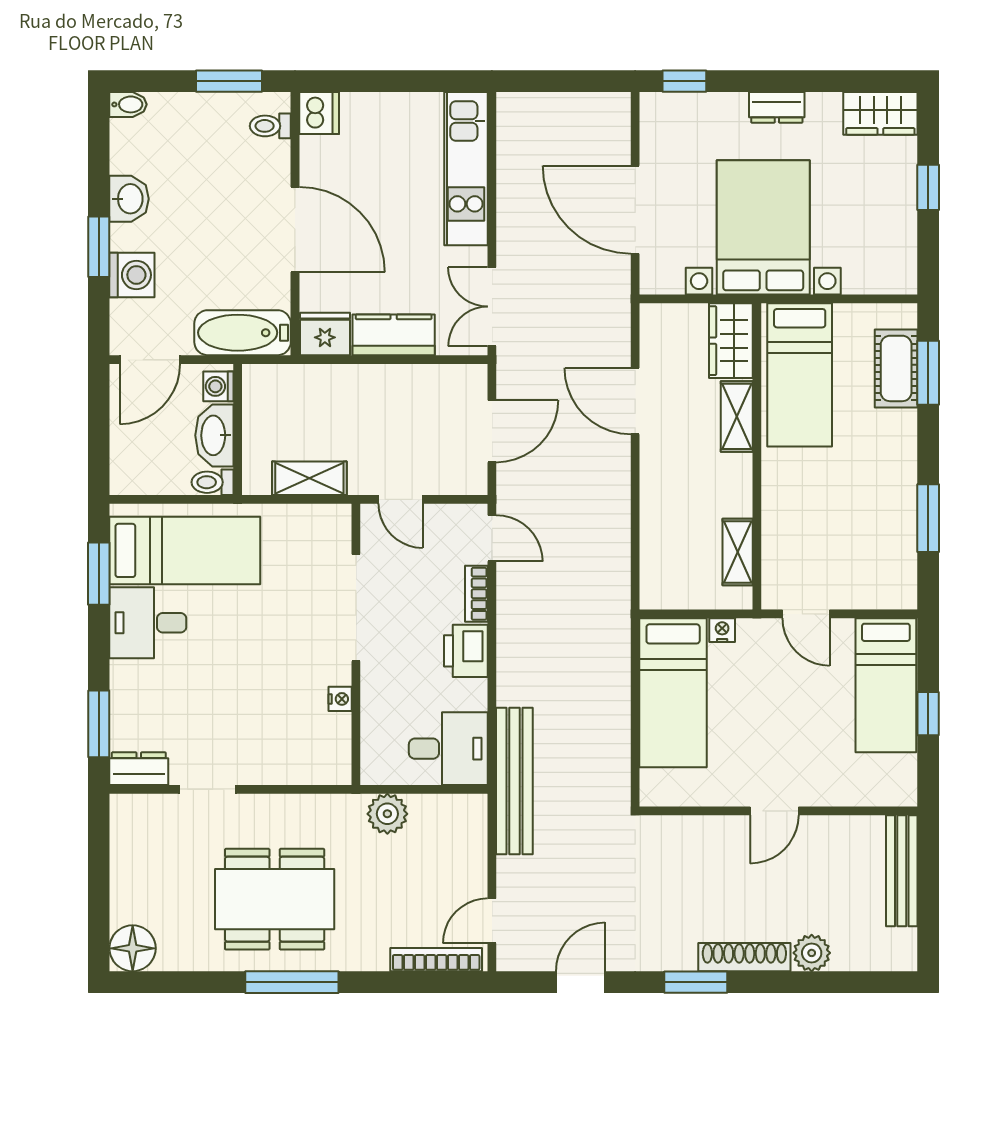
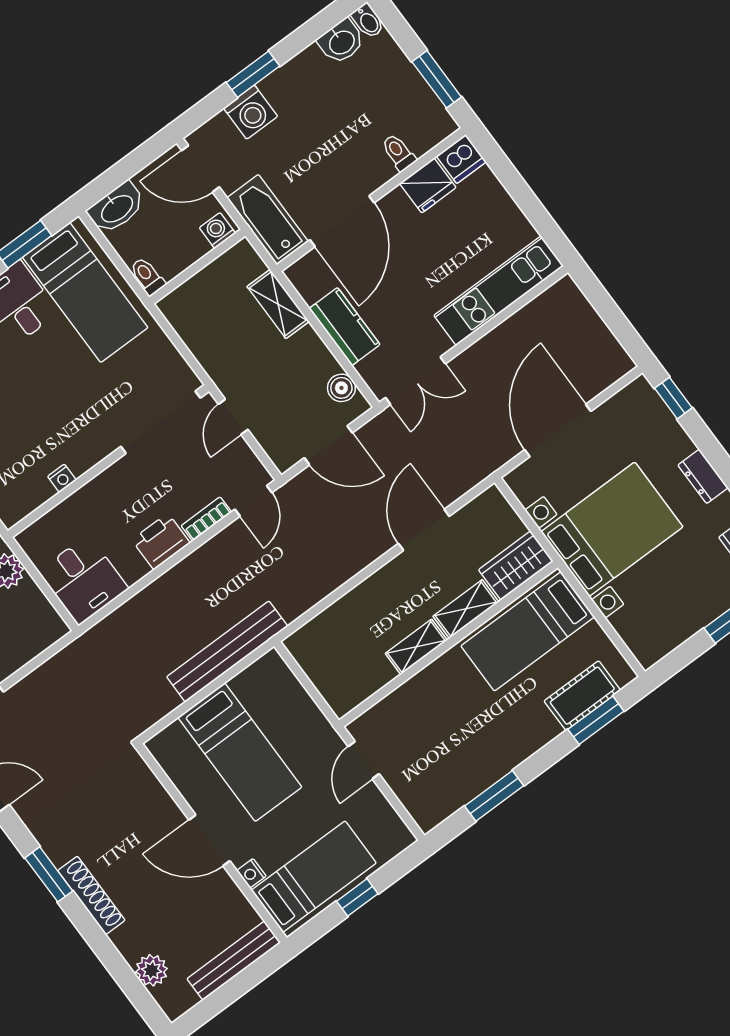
toilet: (270, 126) -> (399, 152), moved
washbasin: (129, 199) -> (341, 42), moved
door: (295, 229) -> (342, 221), moved
double door: (492, 307) -> (415, 381), swing flipped
fridge: (325, 334) -> (428, 185), moved, turned 90
boiler: (448, 380) -> (341, 388), added
washbasin: (214, 435) -> (116, 208), moved, turned 180
shelving: (309, 478) -> (278, 304), moved
shelving: (738, 552) -> (416, 647), moved
doorway: (356, 608) -> (161, 422), moved
nightstand: (722, 630) -> (251, 873), moved, turned 180
bed: (886, 685) -> (314, 877), moved, turned 180
bed: (673, 693) -> (240, 752), moved, turned -90
bench: (514, 781) -> (227, 651), moved
door: (774, 811) -> (209, 840), width x1.38
plant: (812, 953) -> (152, 970), moved

